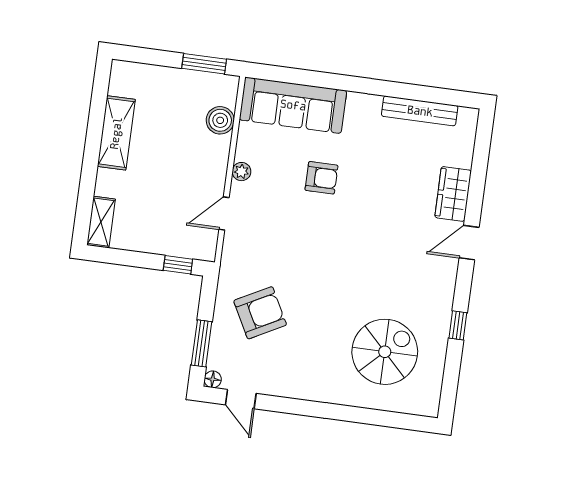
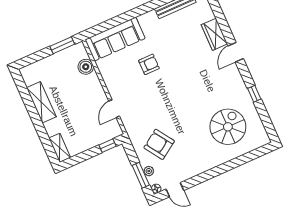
plant: (241, 172) -> (149, 171), moved
armchair: (260, 313) -> (159, 144), turned -96

